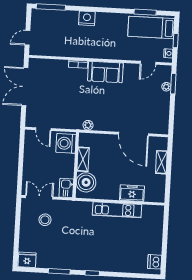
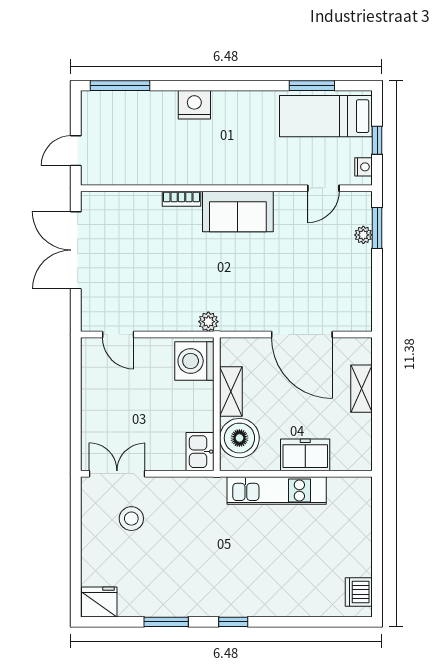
washing machine: (66, 143) -> (194, 361), moved
shelving: (83, 159) -> (231, 392), moved
wall: (76, 165) -> (217, 404), moved
boiler: (86, 182) -> (239, 438), moved
kitchen sink: (66, 188) -> (200, 452), moved

